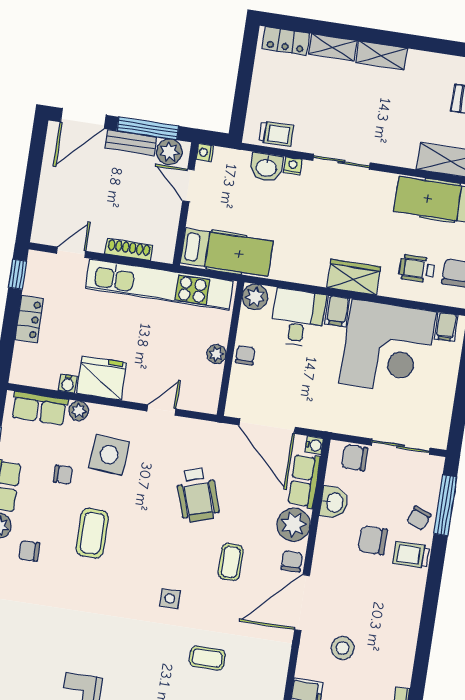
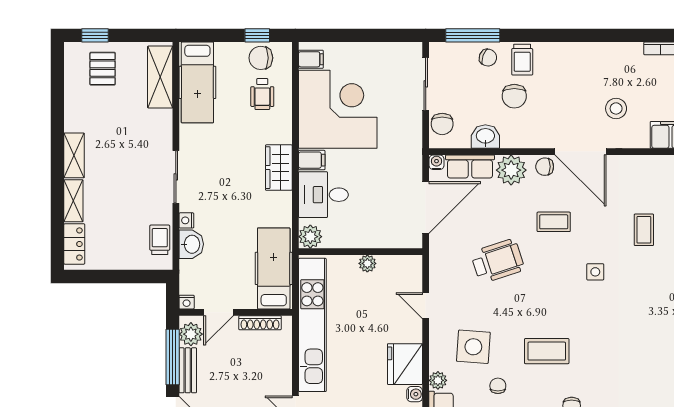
shoe rack: (129, 250) -> (260, 323), moved, turned -90
wardrobe: (354, 277) -> (279, 168), moved
chair: (245, 355) -> (365, 237), removed

